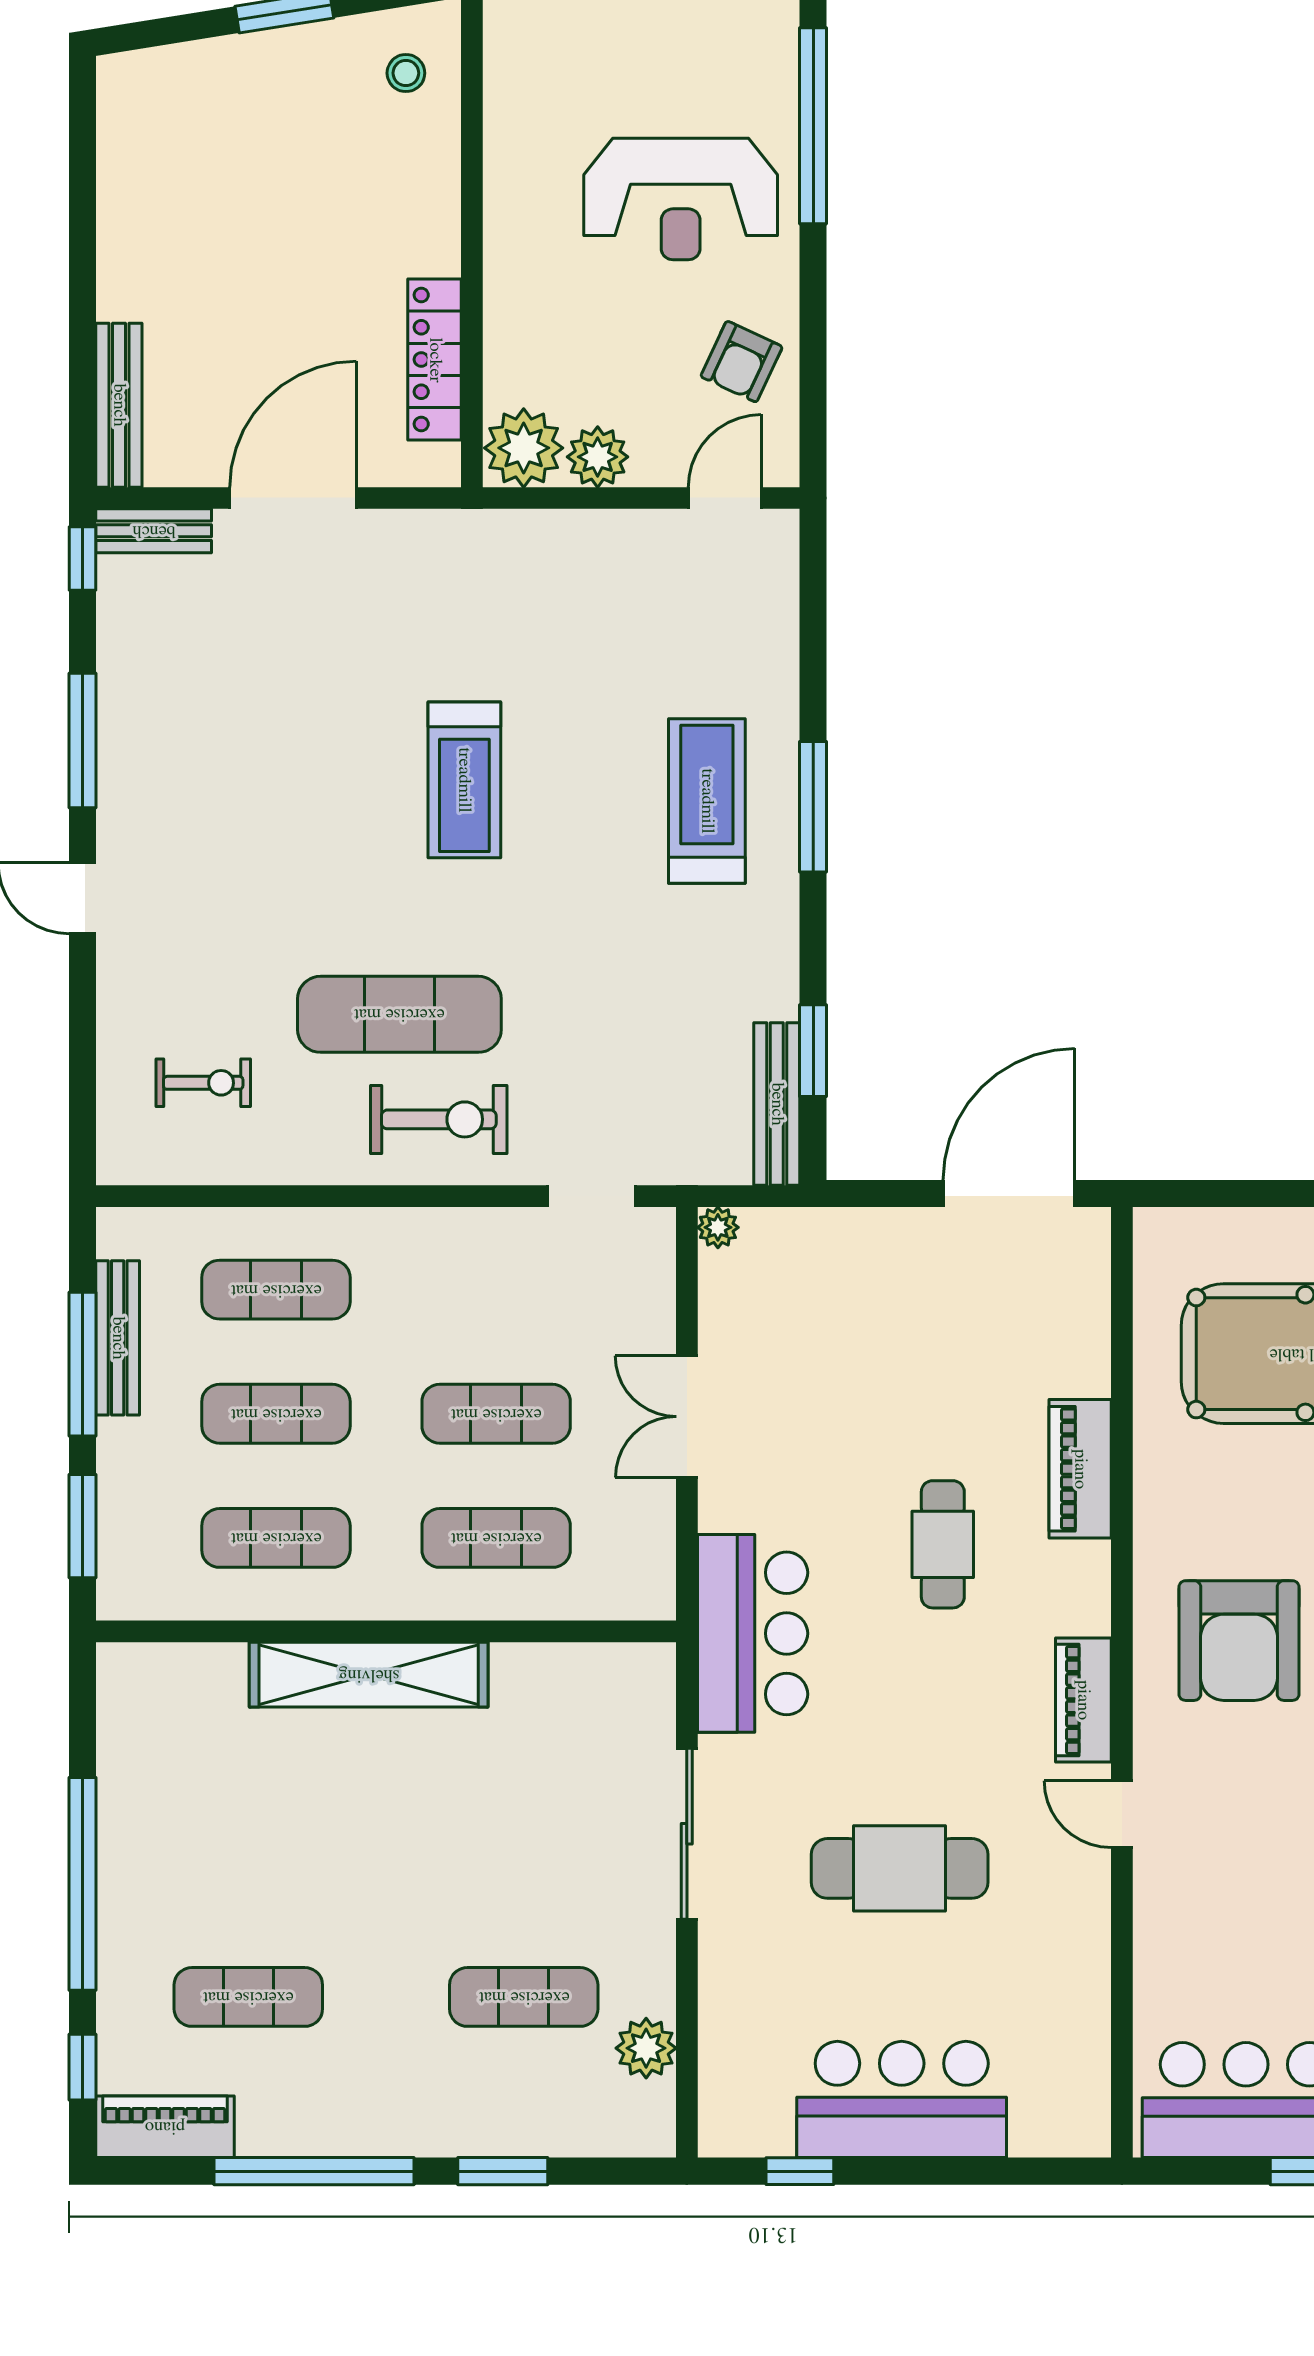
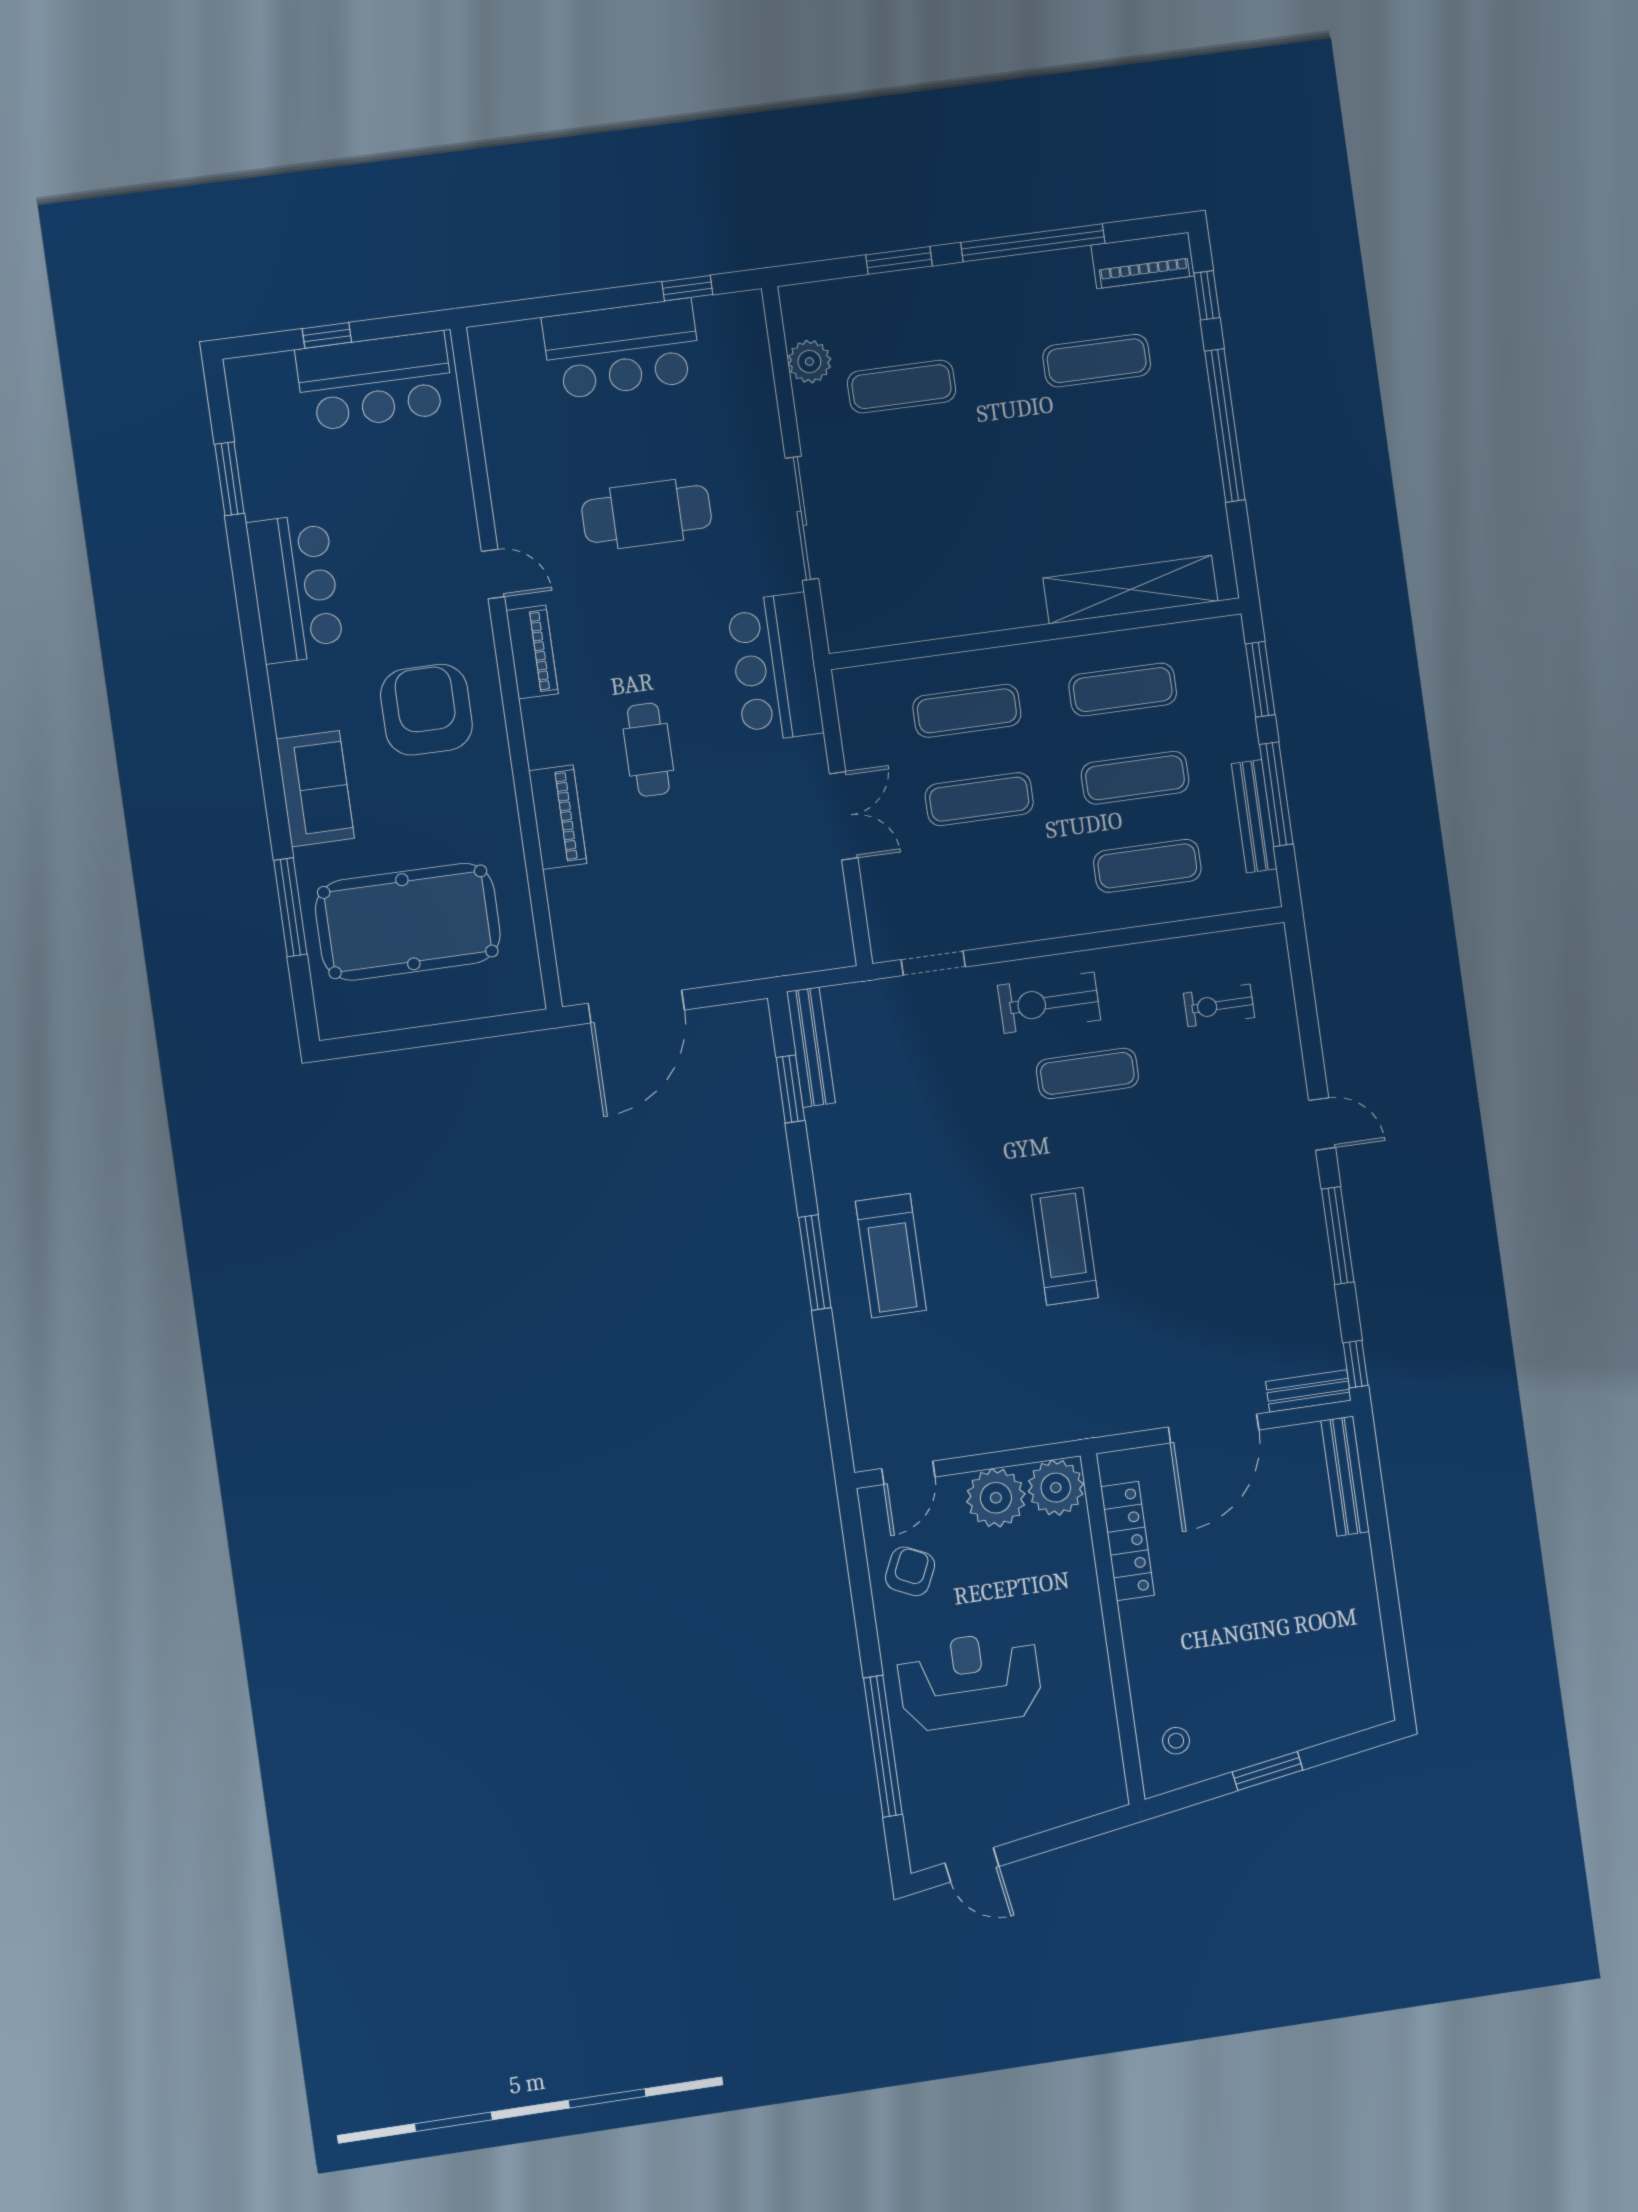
plant: (598, 457) -> (996, 1498), width x1.36, depth x1.36
exercise mat: (399, 1014) -> (1087, 1073), width x0.73, depth x0.69
plant: (718, 1227) -> (840, 954), removed
shelving: (369, 1675) -> (1130, 590), moved

